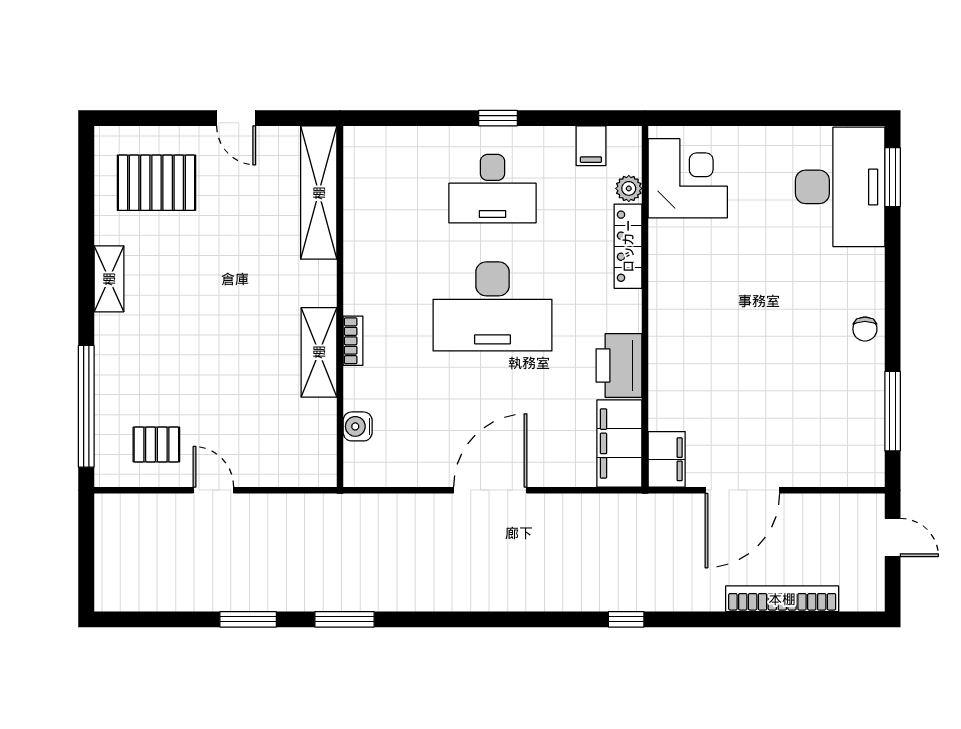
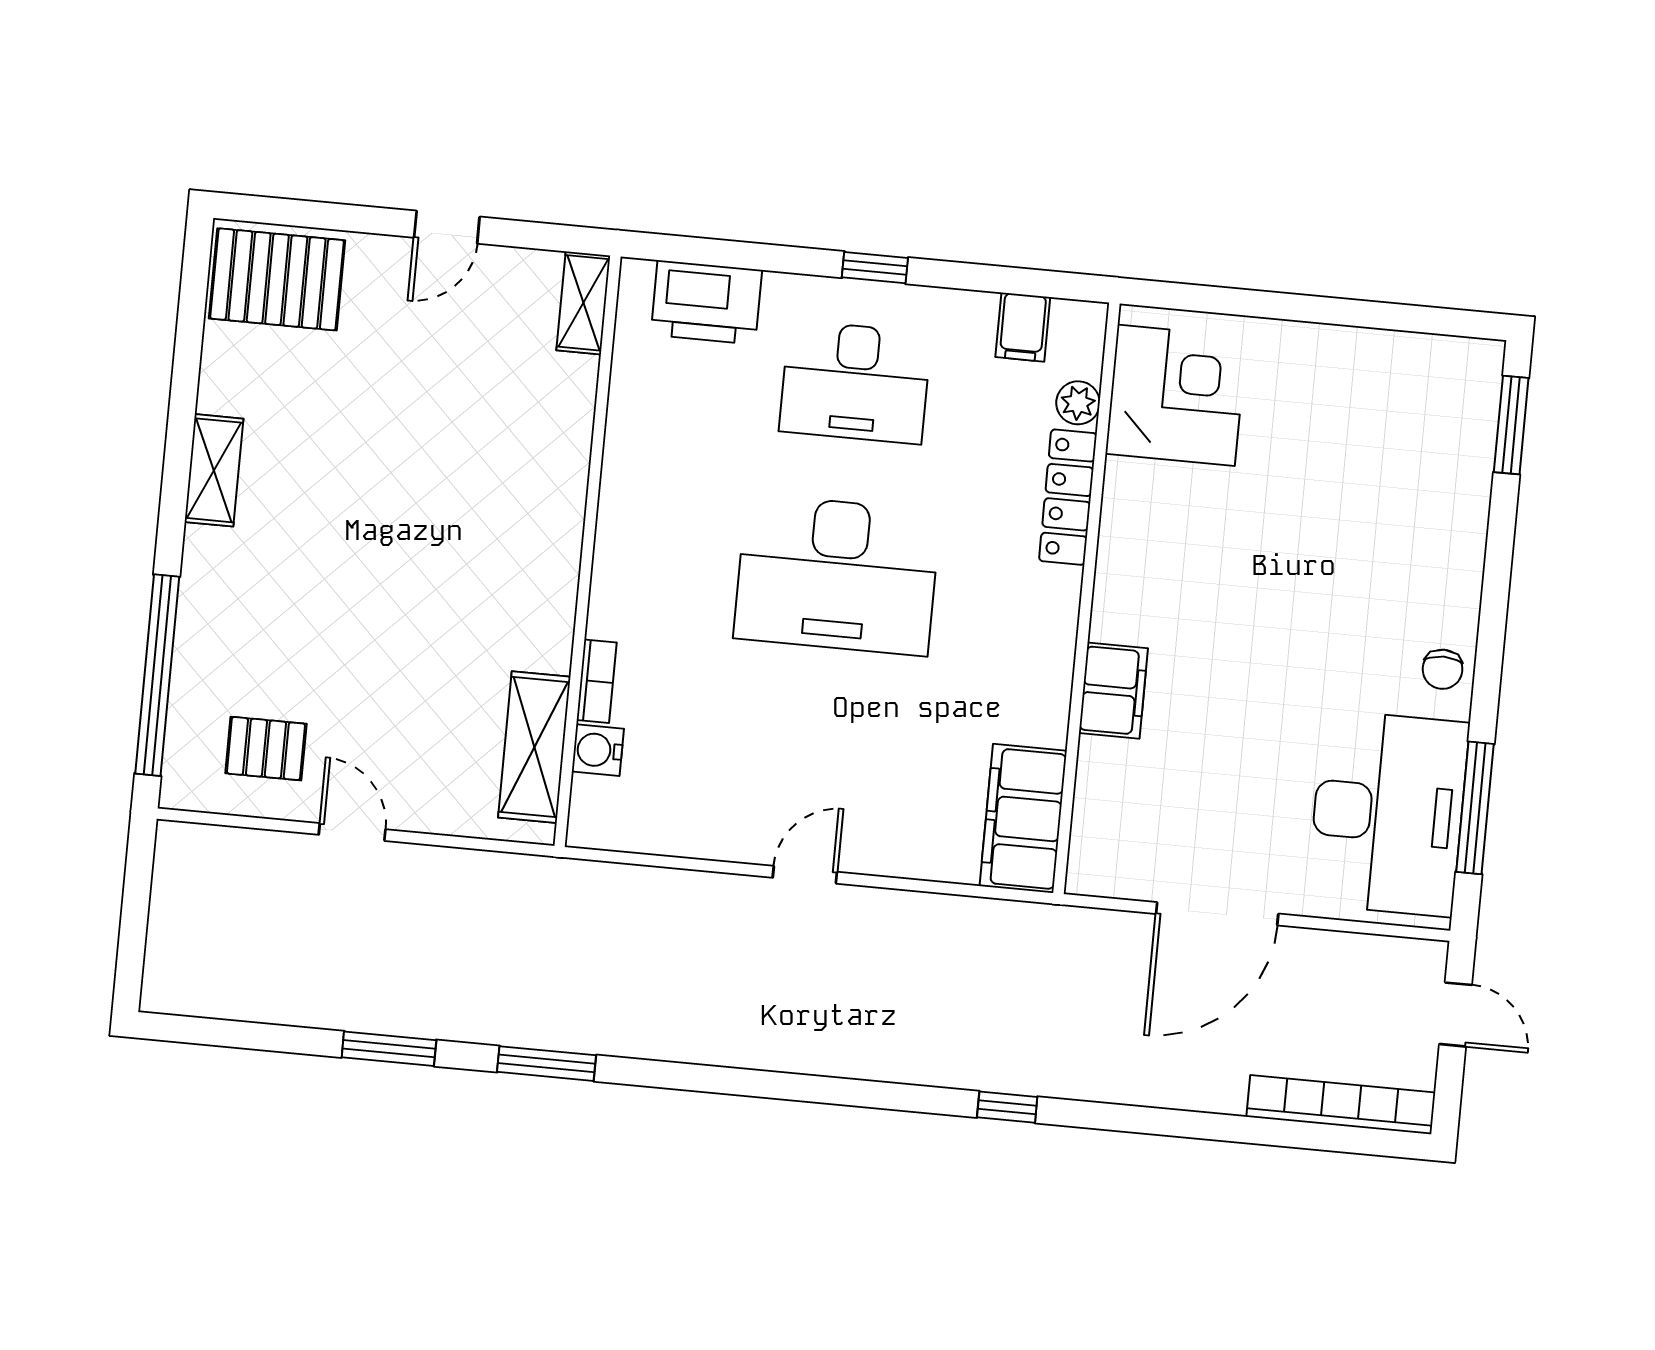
door: (236, 118) -> (447, 227), hinge flipped
pallet: (156, 183) -> (277, 279), moved
desk: (840, 187) -> (1388, 813), moved
shelving: (319, 193) -> (583, 303), width x0.45, depth x0.75
bookcase: (353, 341) -> (597, 681), moved
shelving: (319, 352) -> (534, 747), moved
printer: (619, 365) -> (706, 302), moved, turned -90
filing cabinet: (667, 459) -> (1113, 691), moved
door: (490, 490) -> (805, 875), width x0.53
bookcase: (782, 599) -> (1341, 1105), moved

